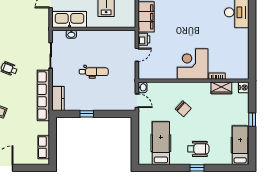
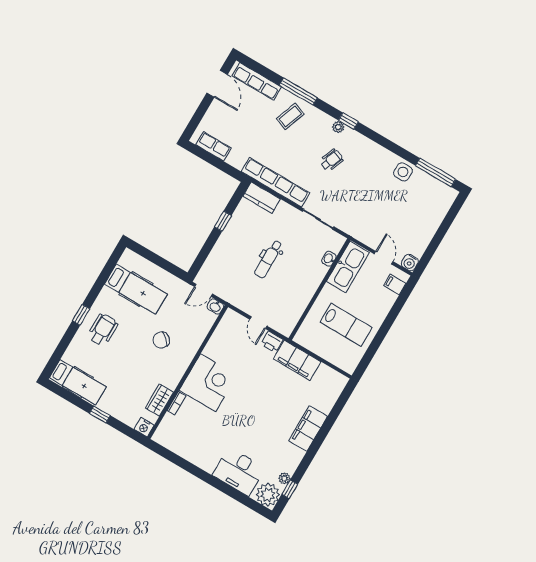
wheelchair: (198, 149) -> (103, 330), turned 180

